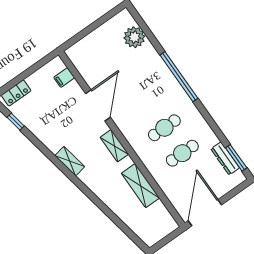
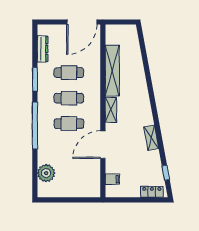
cafe table: (146, 102) -> (69, 124), added
window: (236, 158) -> (35, 79), moved
shelving: (70, 161) -> (151, 138), moved
shelving: (140, 186) -> (112, 71), width x1.47

